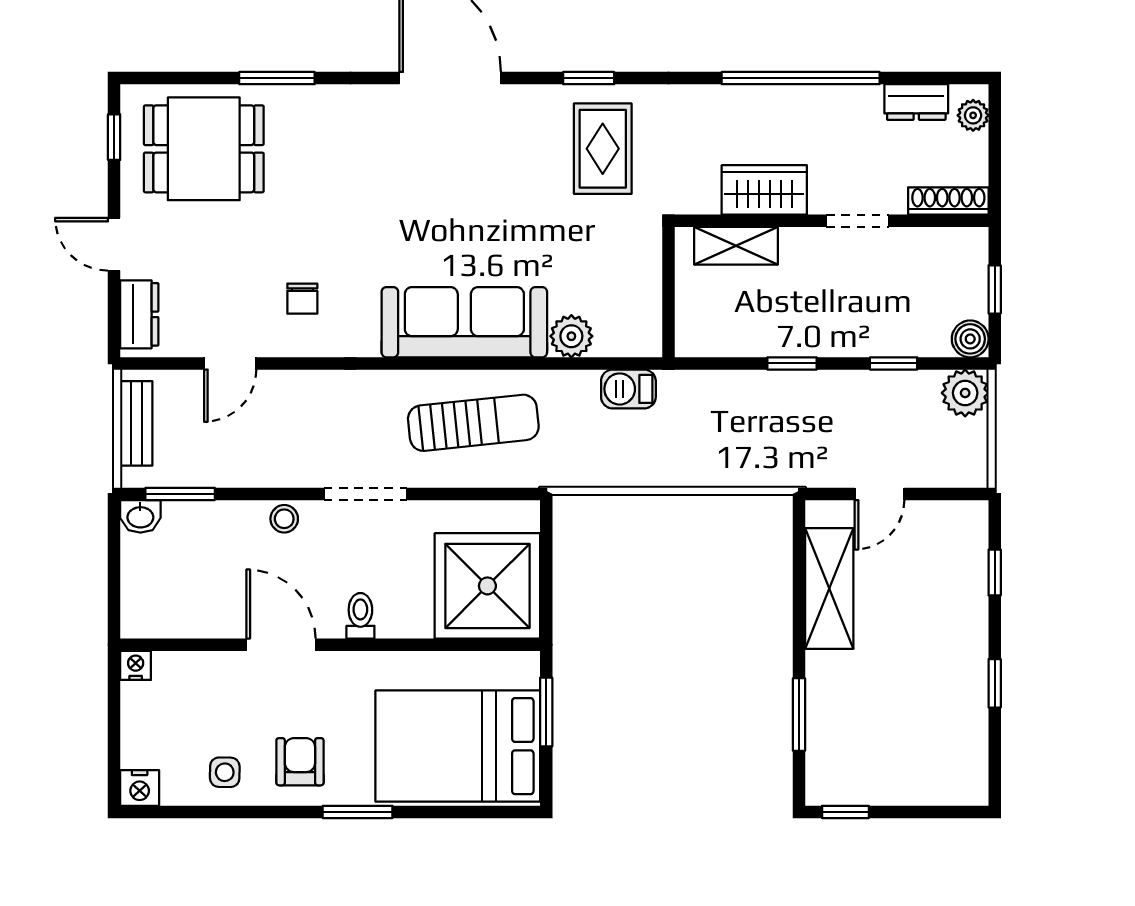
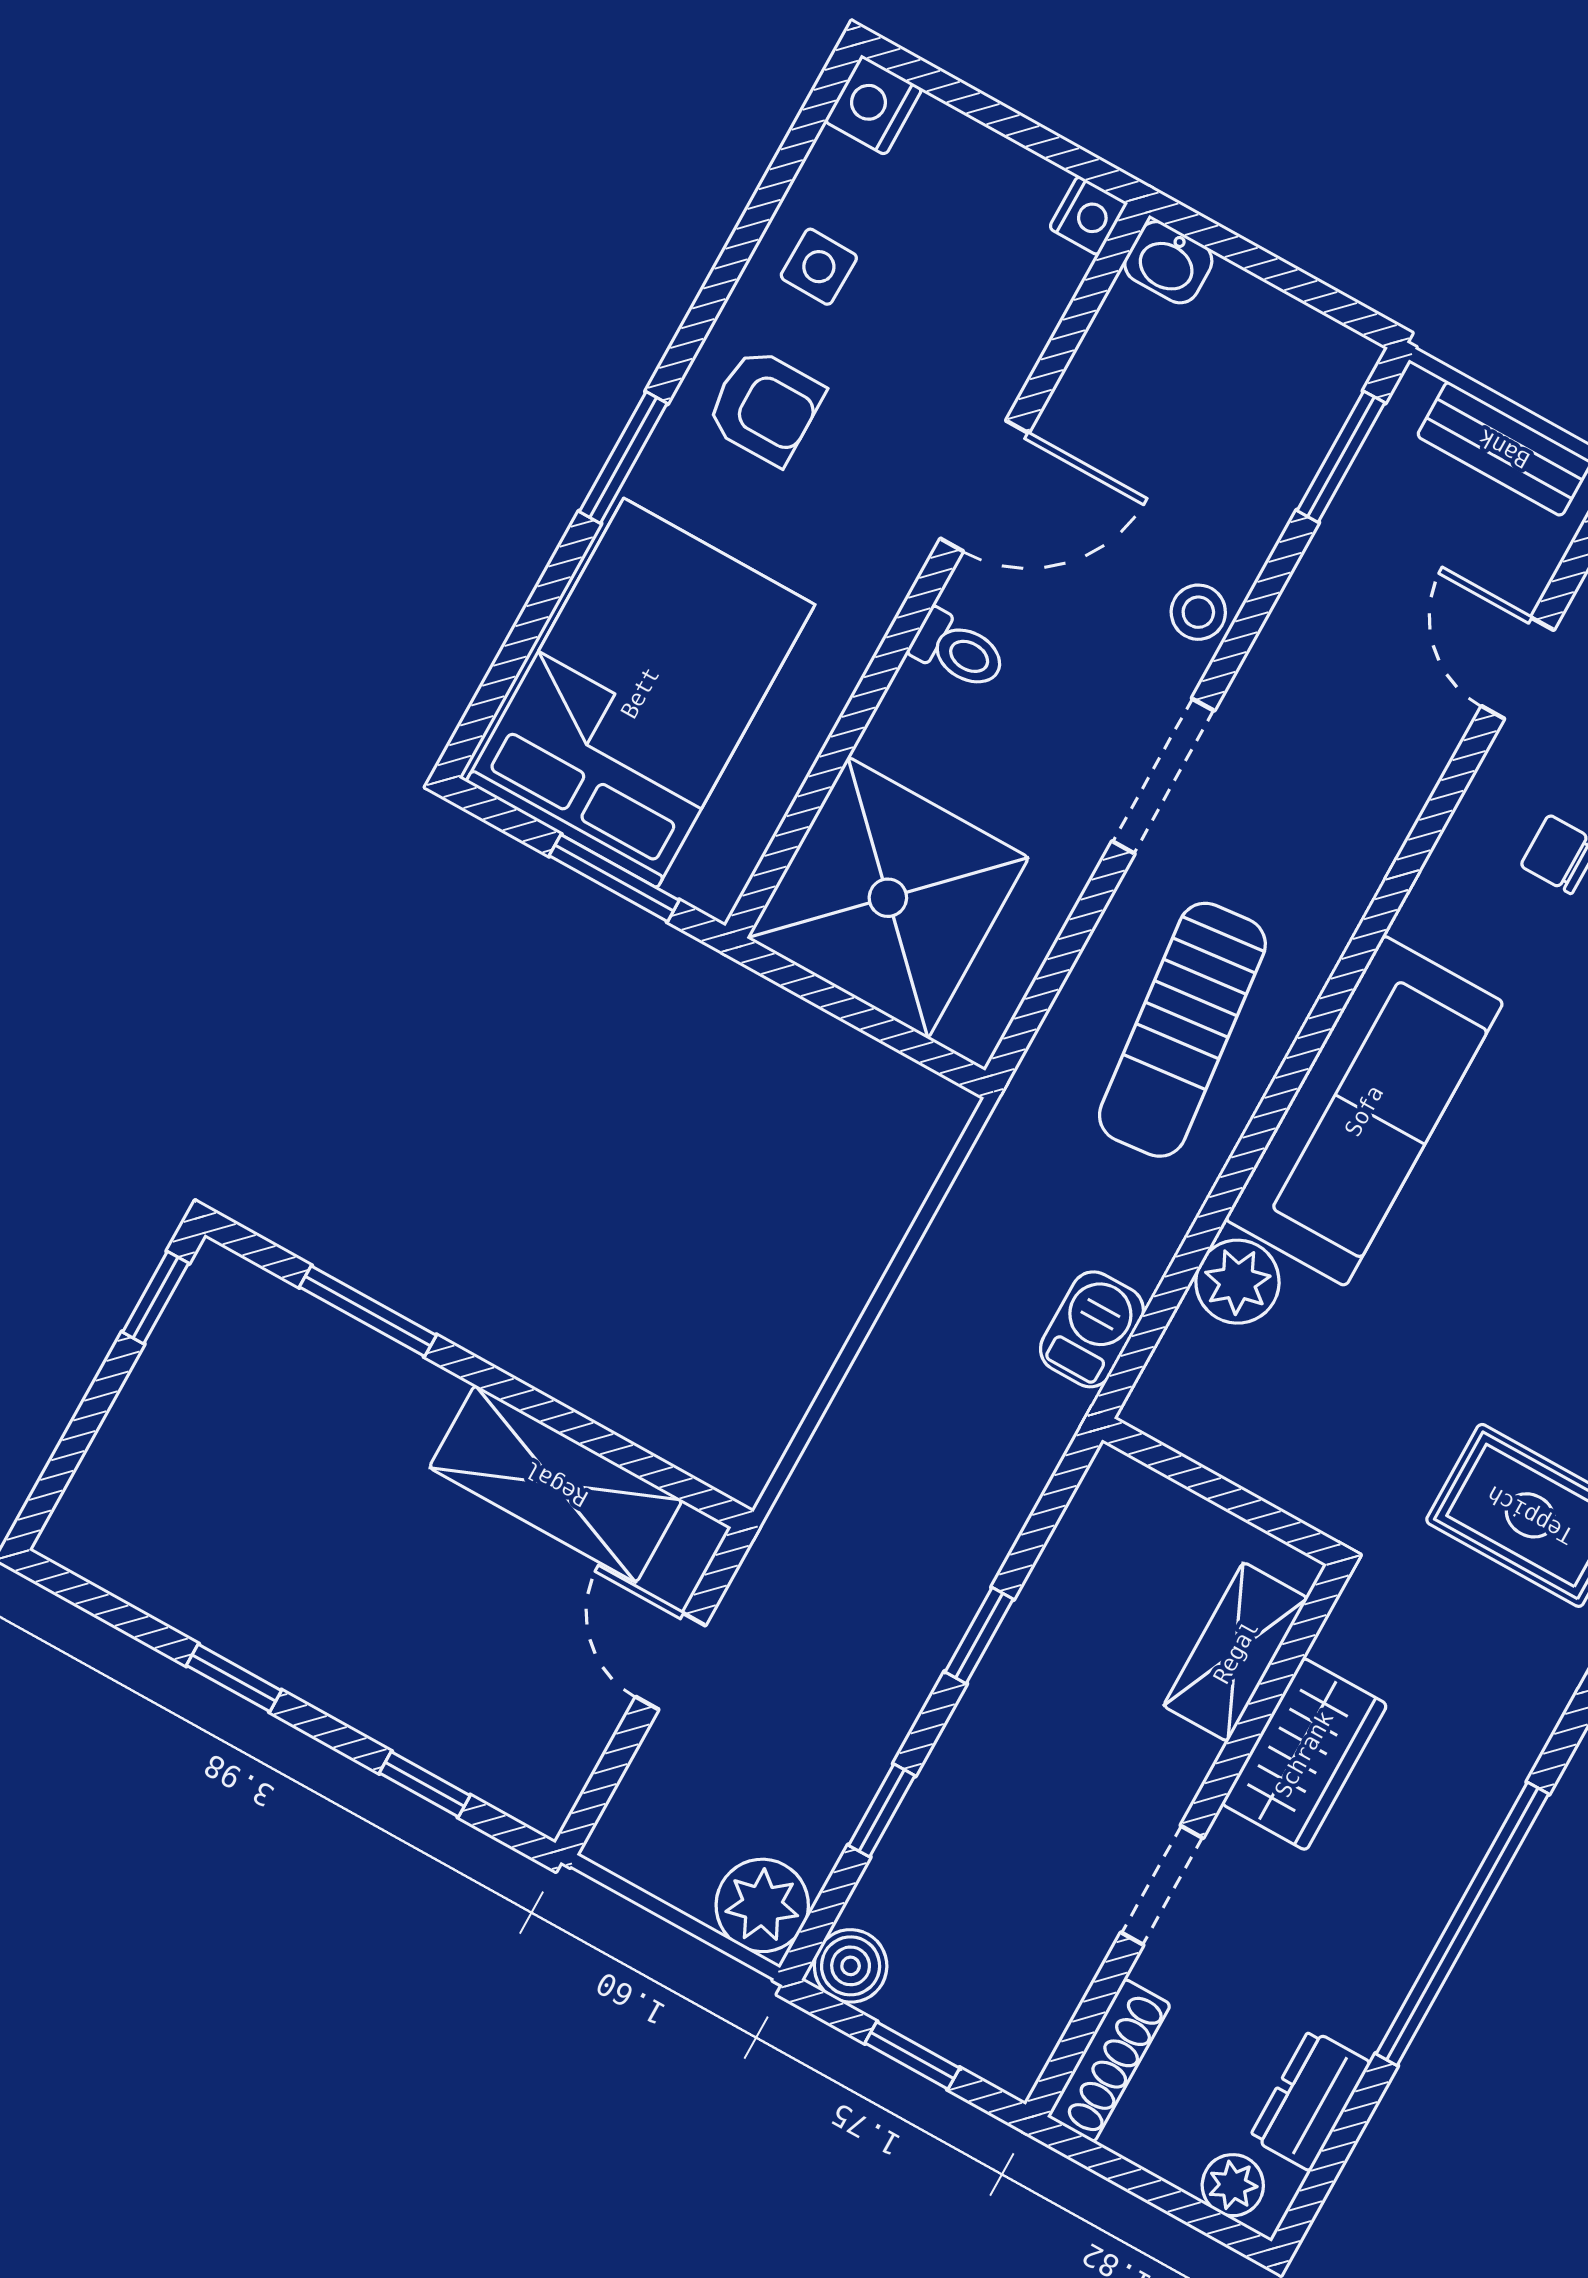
washbasin: (140, 516) -> (1168, 262), moved, turned -90

